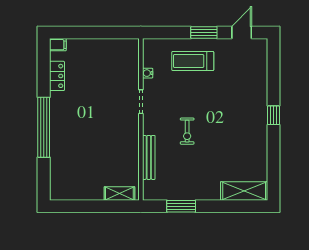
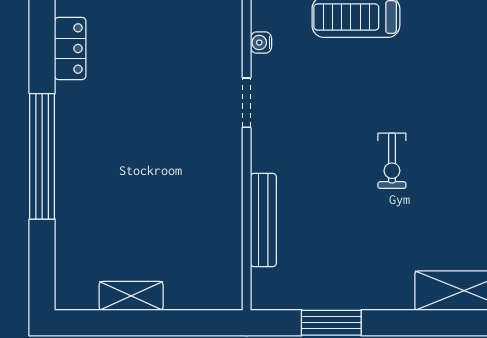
exercise bike: (187, 131) -> (392, 161), moved
shelving: (119, 194) -> (131, 296), moved

